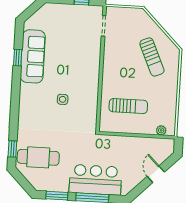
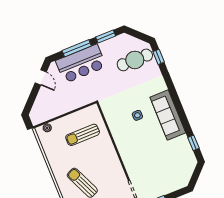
sofa: (33, 56) -> (168, 115), moved
window: (18, 58) -> (194, 143), moved
door: (156, 174) -> (41, 77), moved

